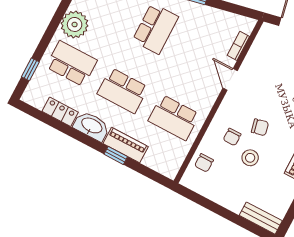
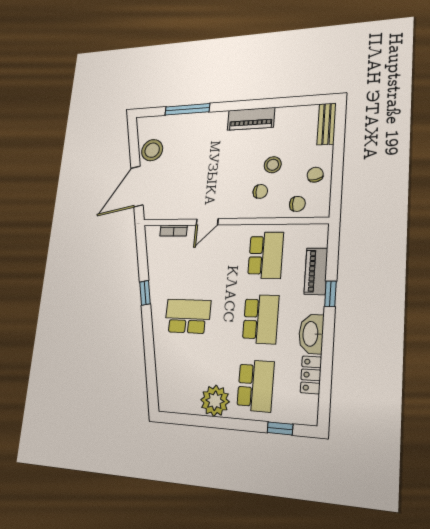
school desk: (71, 64) -> (256, 386), turned 180
chair: (260, 127) -> (315, 175), moved
piano: (126, 145) -> (316, 271), moved

